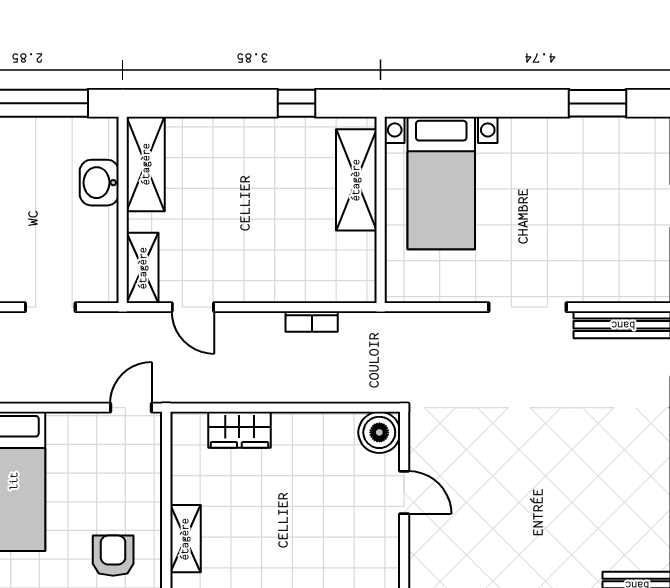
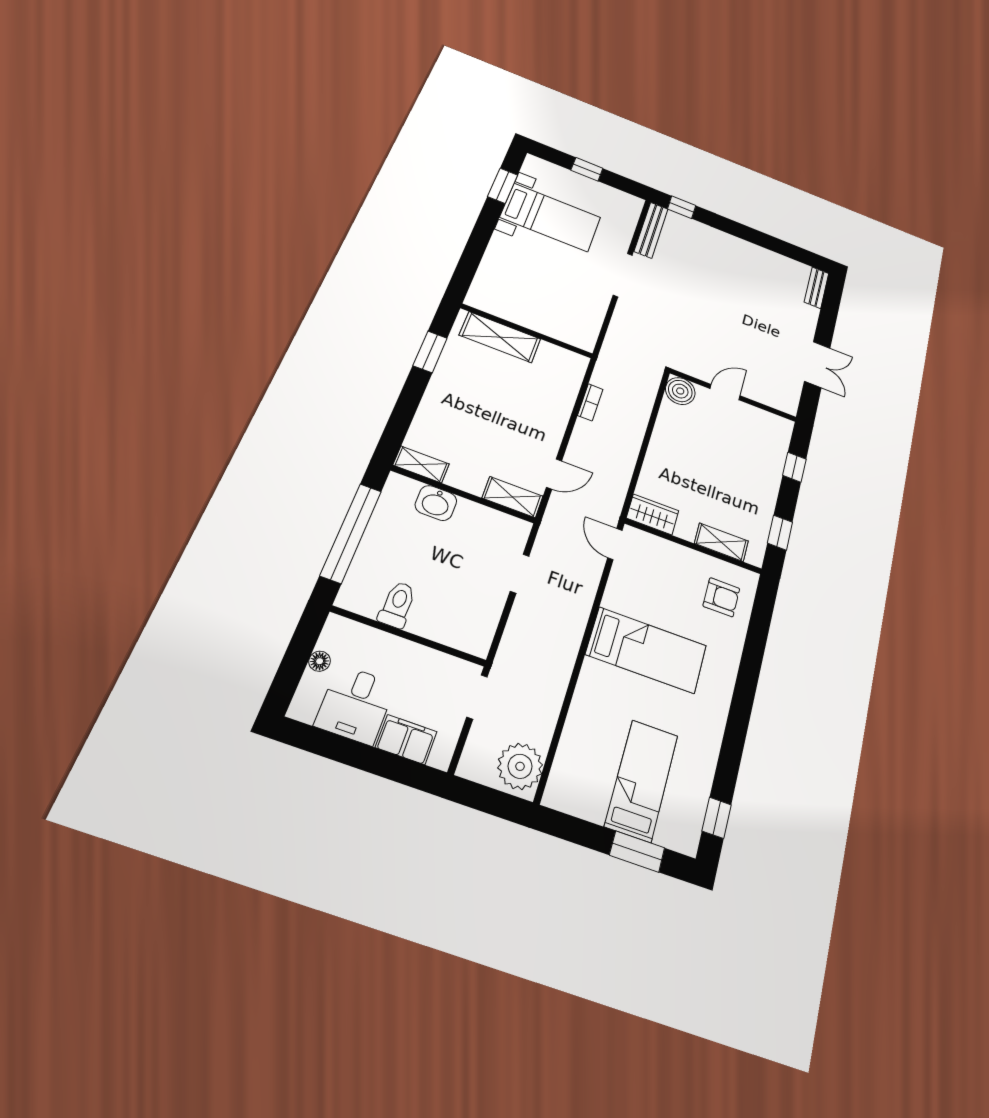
window: (297, 103) -> (430, 352), width x1.50
shelving: (146, 164) -> (421, 464), width x0.67, depth x0.75
bed with nightstands: (441, 183) -> (551, 217), moved
wardrobe: (239, 430) -> (653, 514), moved, turned -90
armchair: (113, 556) -> (721, 597), turned 180

